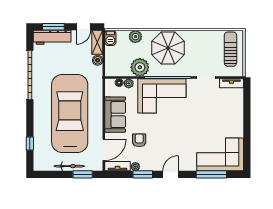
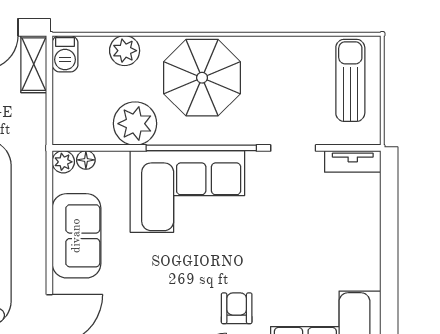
boiler: (98, 60) -> (35, 107), removed
plant: (129, 83) -> (63, 162), moved
armchair: (139, 140) -> (237, 308), moved

